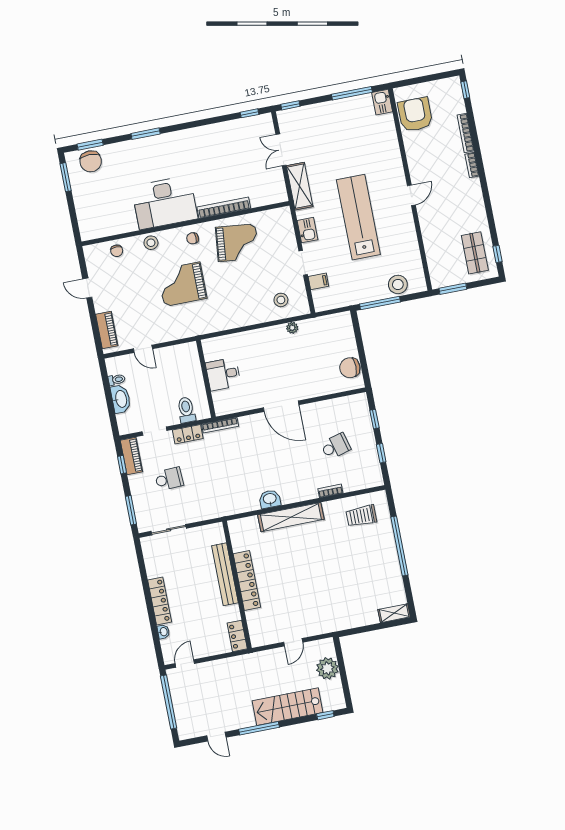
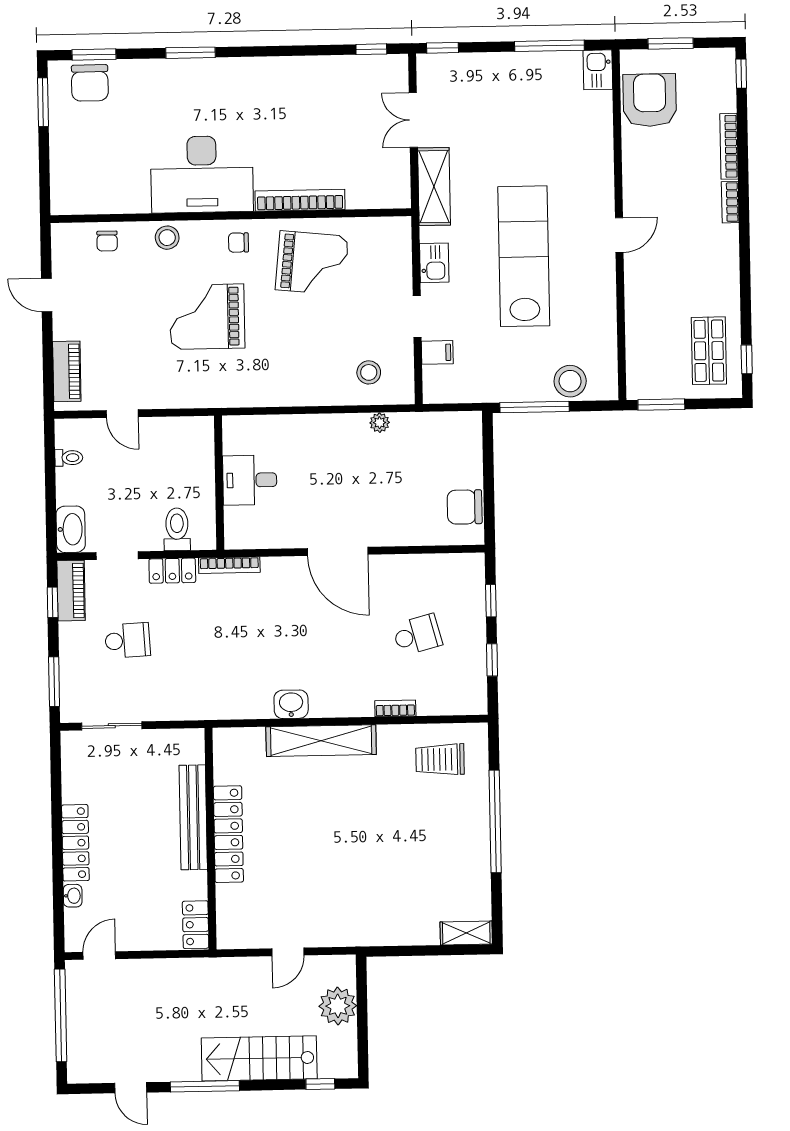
window: (421, 80) -> (671, 43), added
washbasin: (121, 399) -> (71, 529), moved

